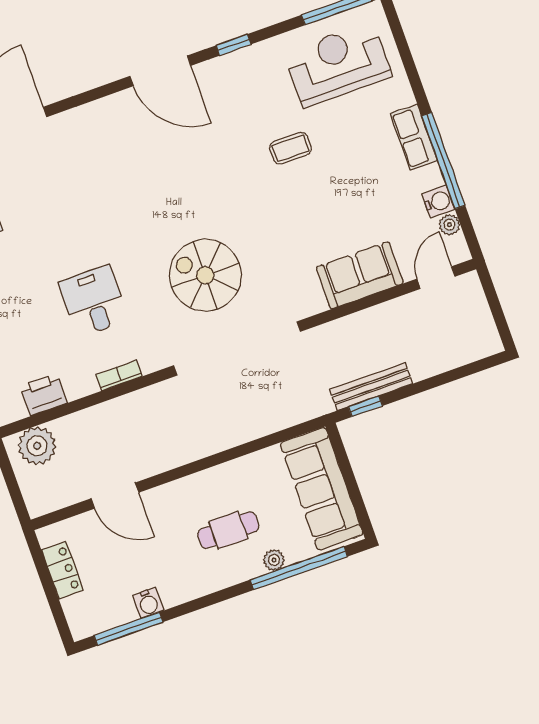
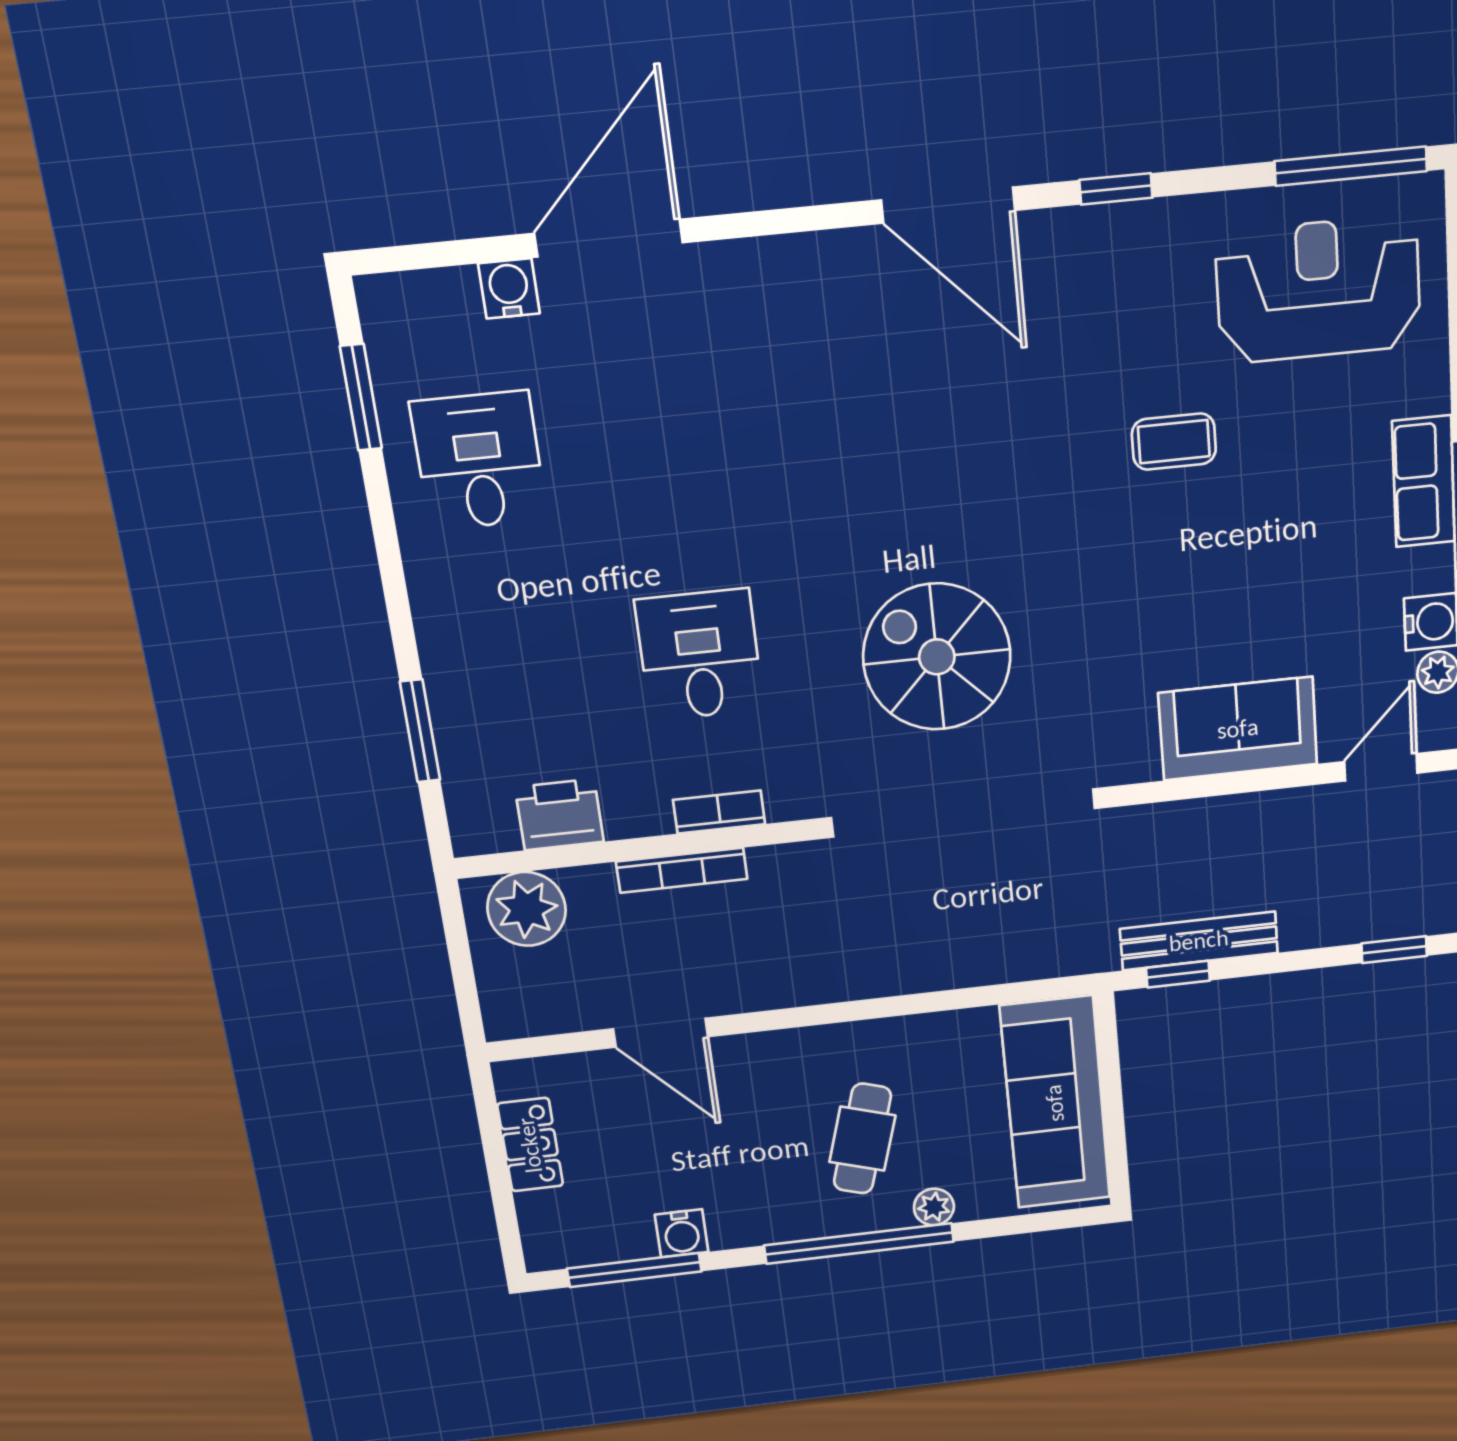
window: (472, 368) -> (1394, 950), added
bookcase: (107, 409) -> (682, 870), added
cafe table: (228, 530) -> (862, 1139), turned -73
window: (299, 568) -> (859, 1243), moved

